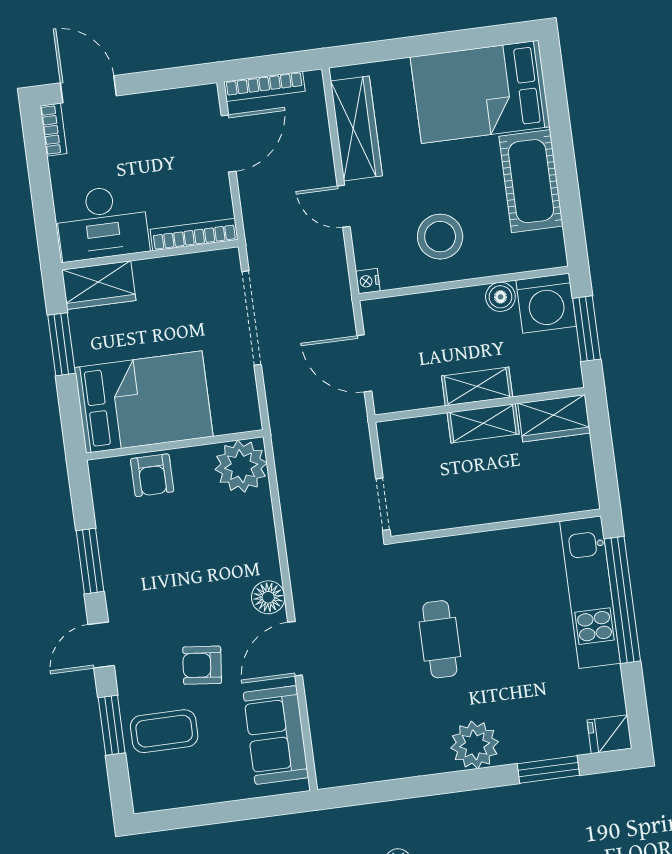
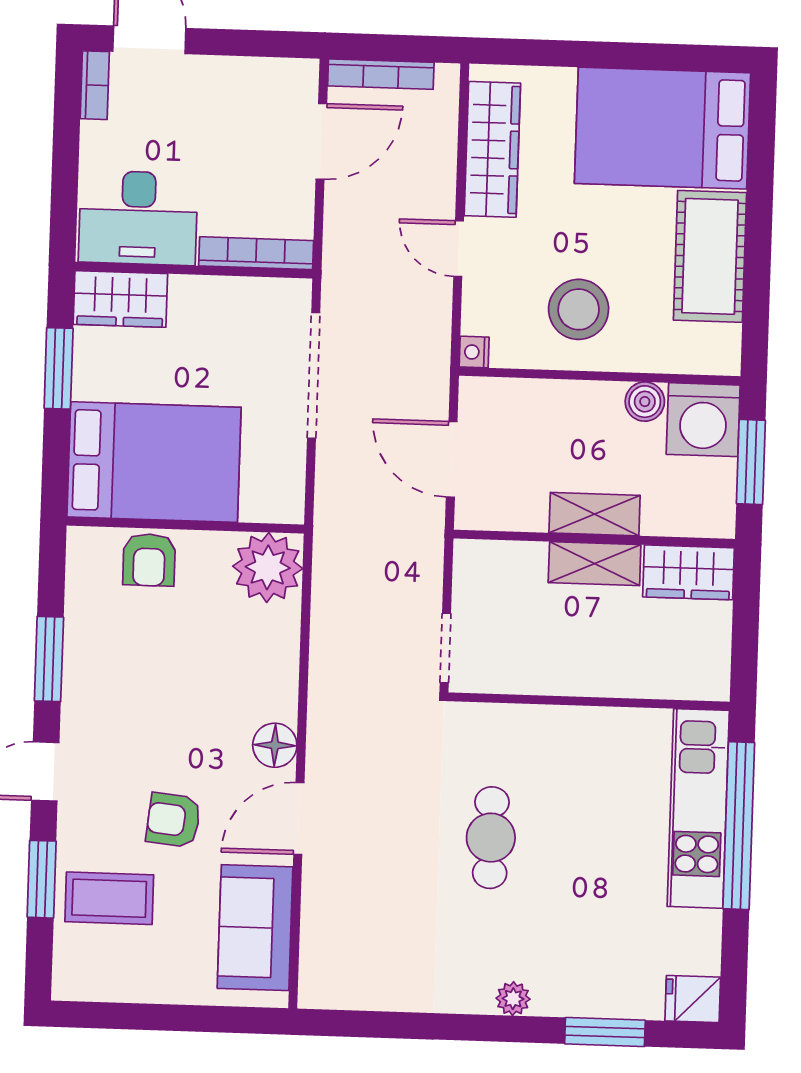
plant: (475, 745) -> (513, 999), width x0.53, depth x0.53

